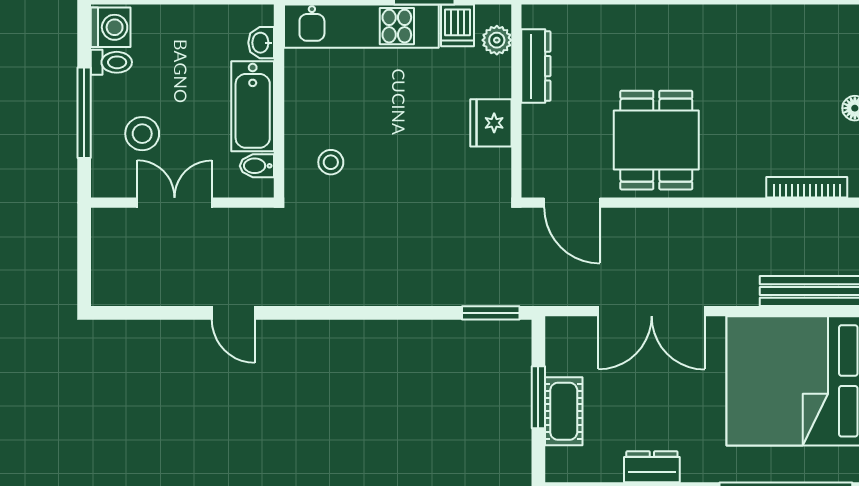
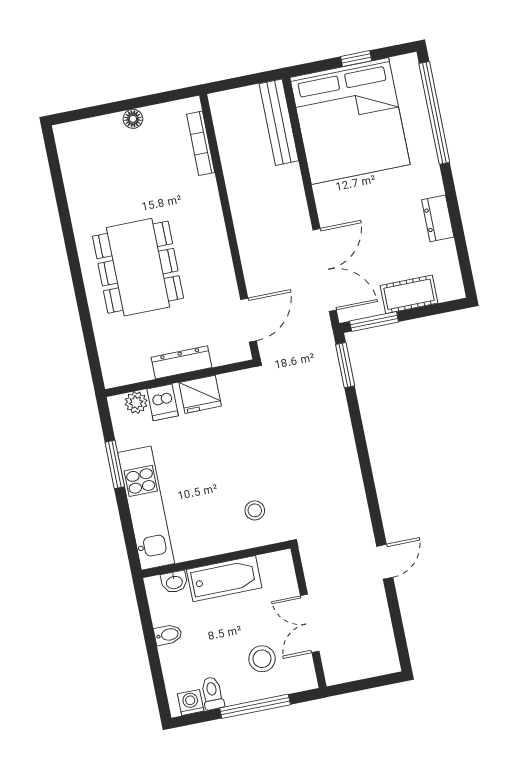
dishwasher: (458, 25) -> (163, 402), moved, turned 90
washing machine: (111, 27) -> (191, 702), width x0.73, depth x0.73
dresser: (536, 66) -> (181, 362), moved
dining table: (656, 140) -> (138, 267), moved, width x1.38
bidet: (257, 166) -> (168, 635), moved, turned -90
double door: (652, 311) -> (325, 270), moved
window: (538, 397) -> (374, 321), moved

